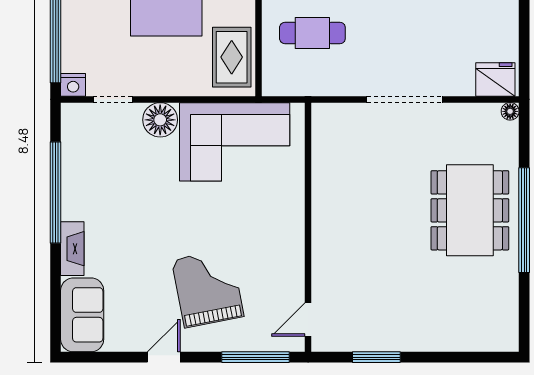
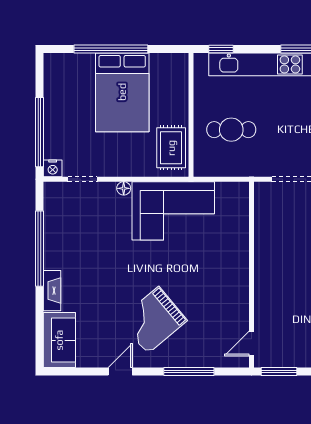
floor lamp: (160, 120) -> (124, 188), width x0.53, depth x0.53
wall: (308, 227) -> (251, 275), moved
grand piano: (208, 288) -> (153, 320), turned -119
door: (308, 320) -> (251, 344), moved

